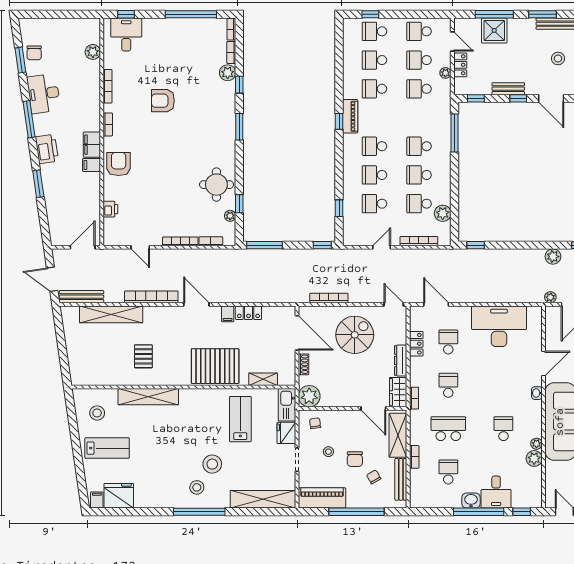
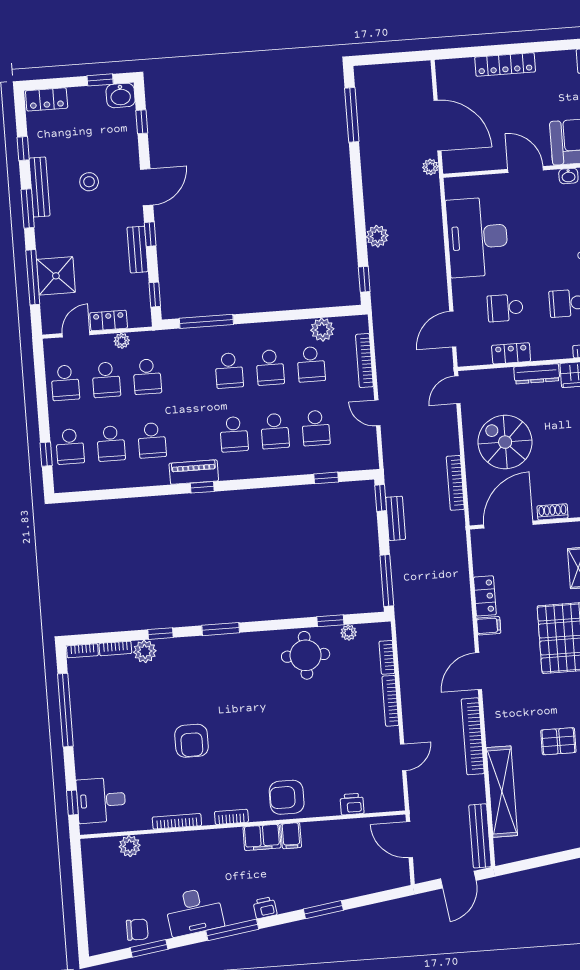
printer: (47, 149) -> (265, 908), width x0.53, depth x0.68
bench: (307, 255) -> (396, 518), added
plant: (553, 257) -> (377, 236), moved

